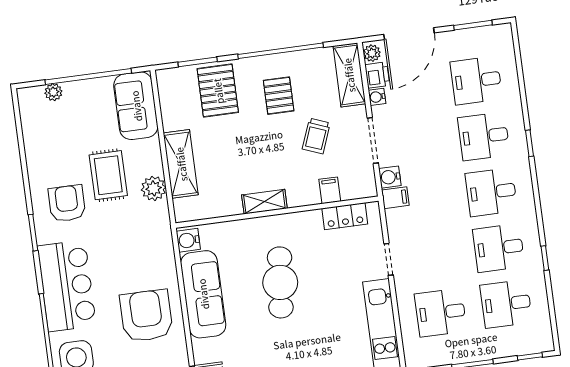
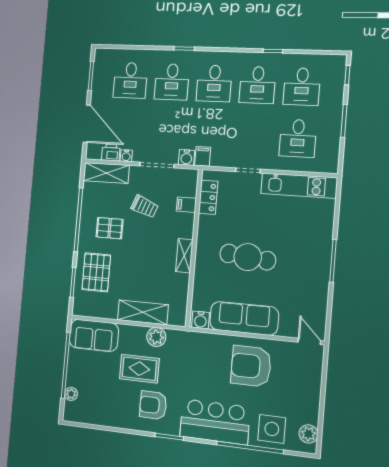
plant: (372, 53) -> (95, 153), removed
pallet: (218, 91) -> (96, 272), turned 90

